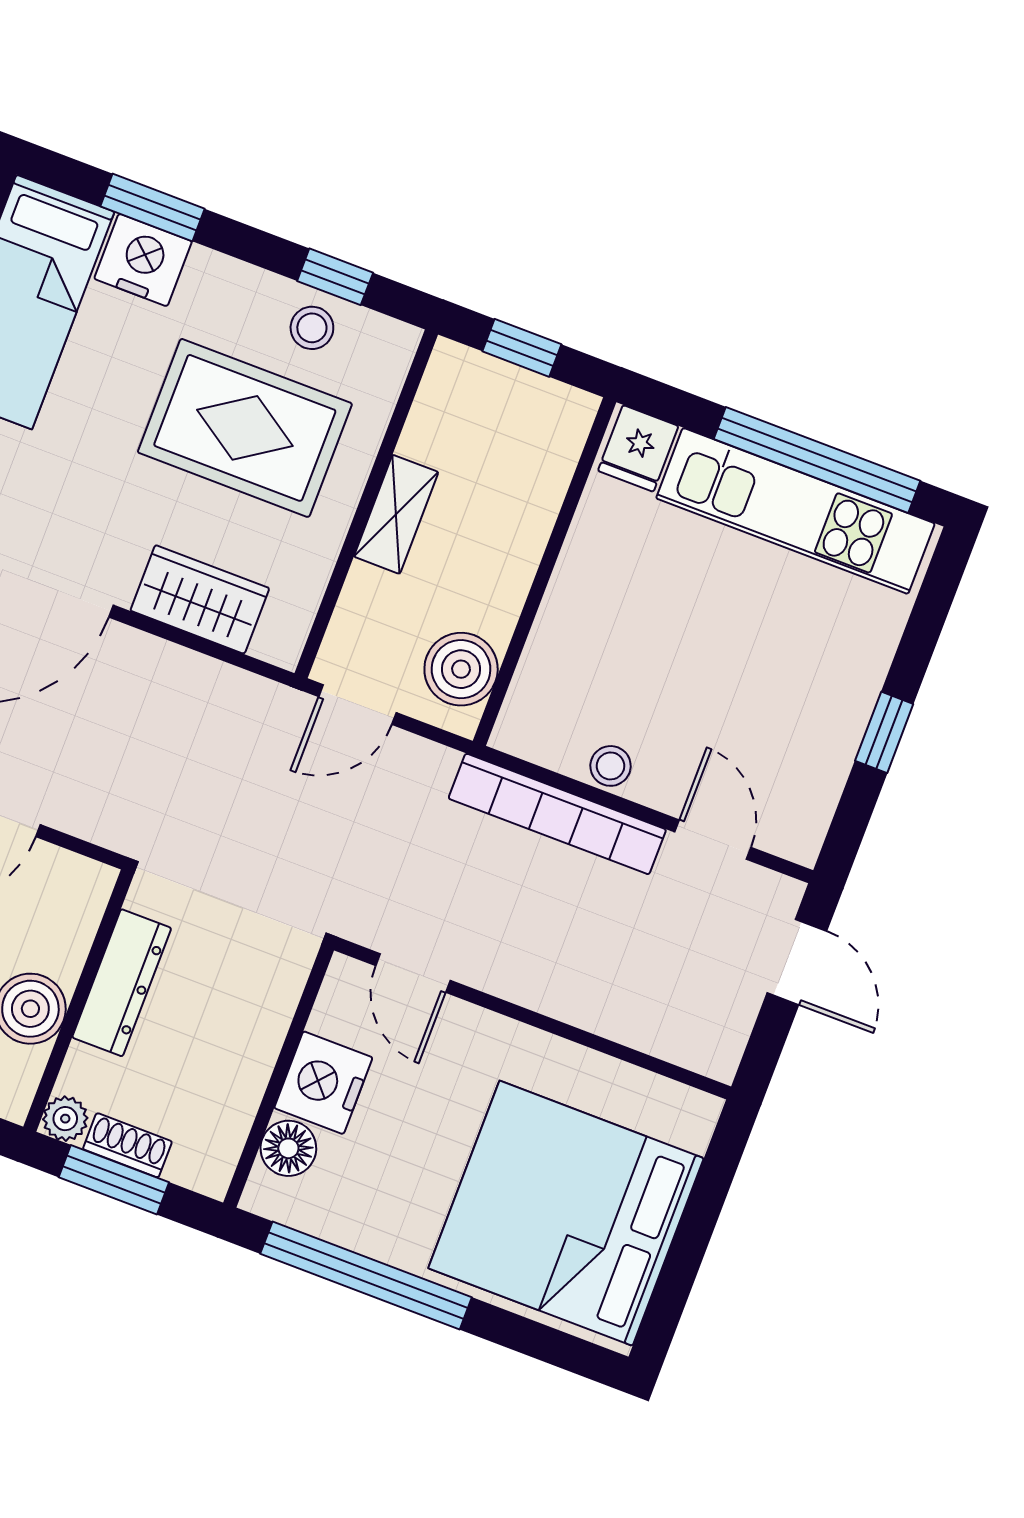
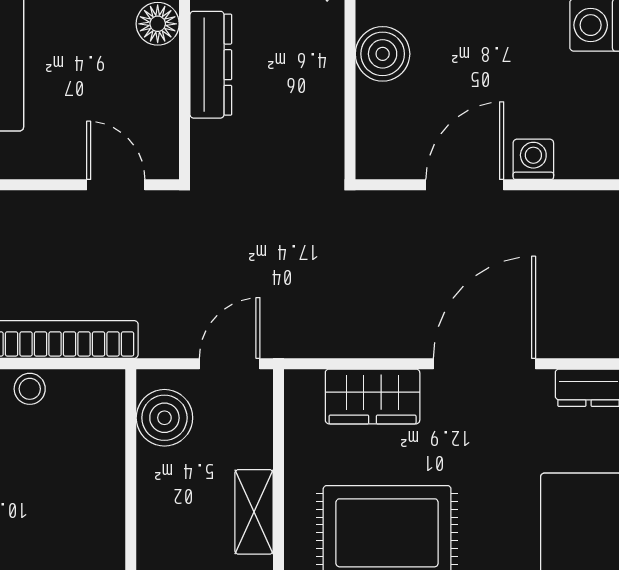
dresser: (122, 983) -> (211, 65), moved, turned 180
nightstand: (323, 1083) -> (150, 81), removed

